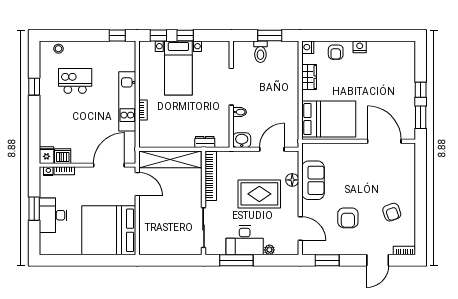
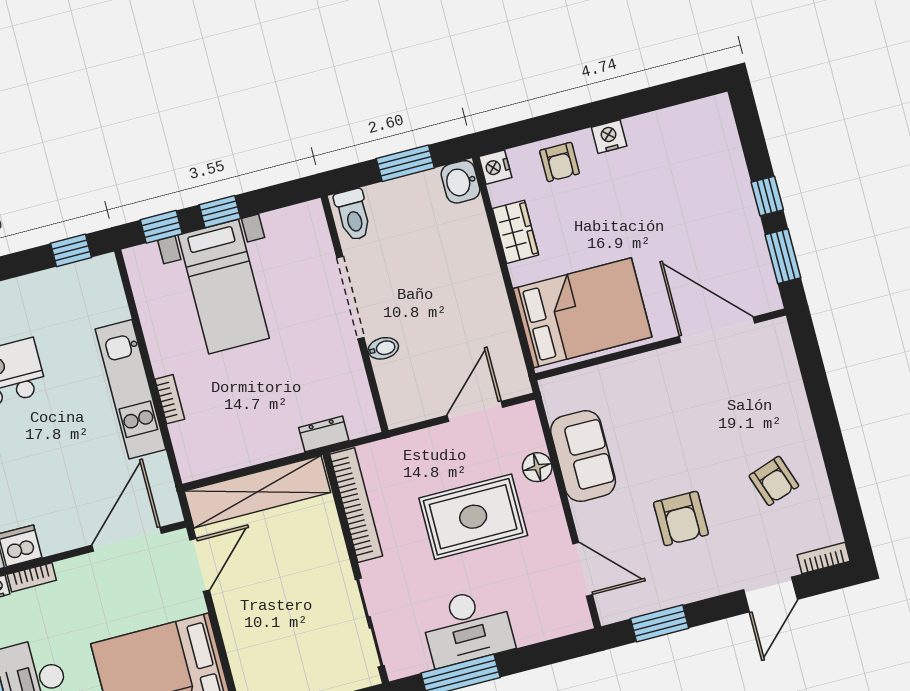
toilet: (260, 52) -> (353, 215), moved
washbasin: (242, 140) -> (461, 182), moved, turned -90
door: (137, 184) -> (200, 565), hinge flipped
plant: (269, 250) -> (527, 633), removed

